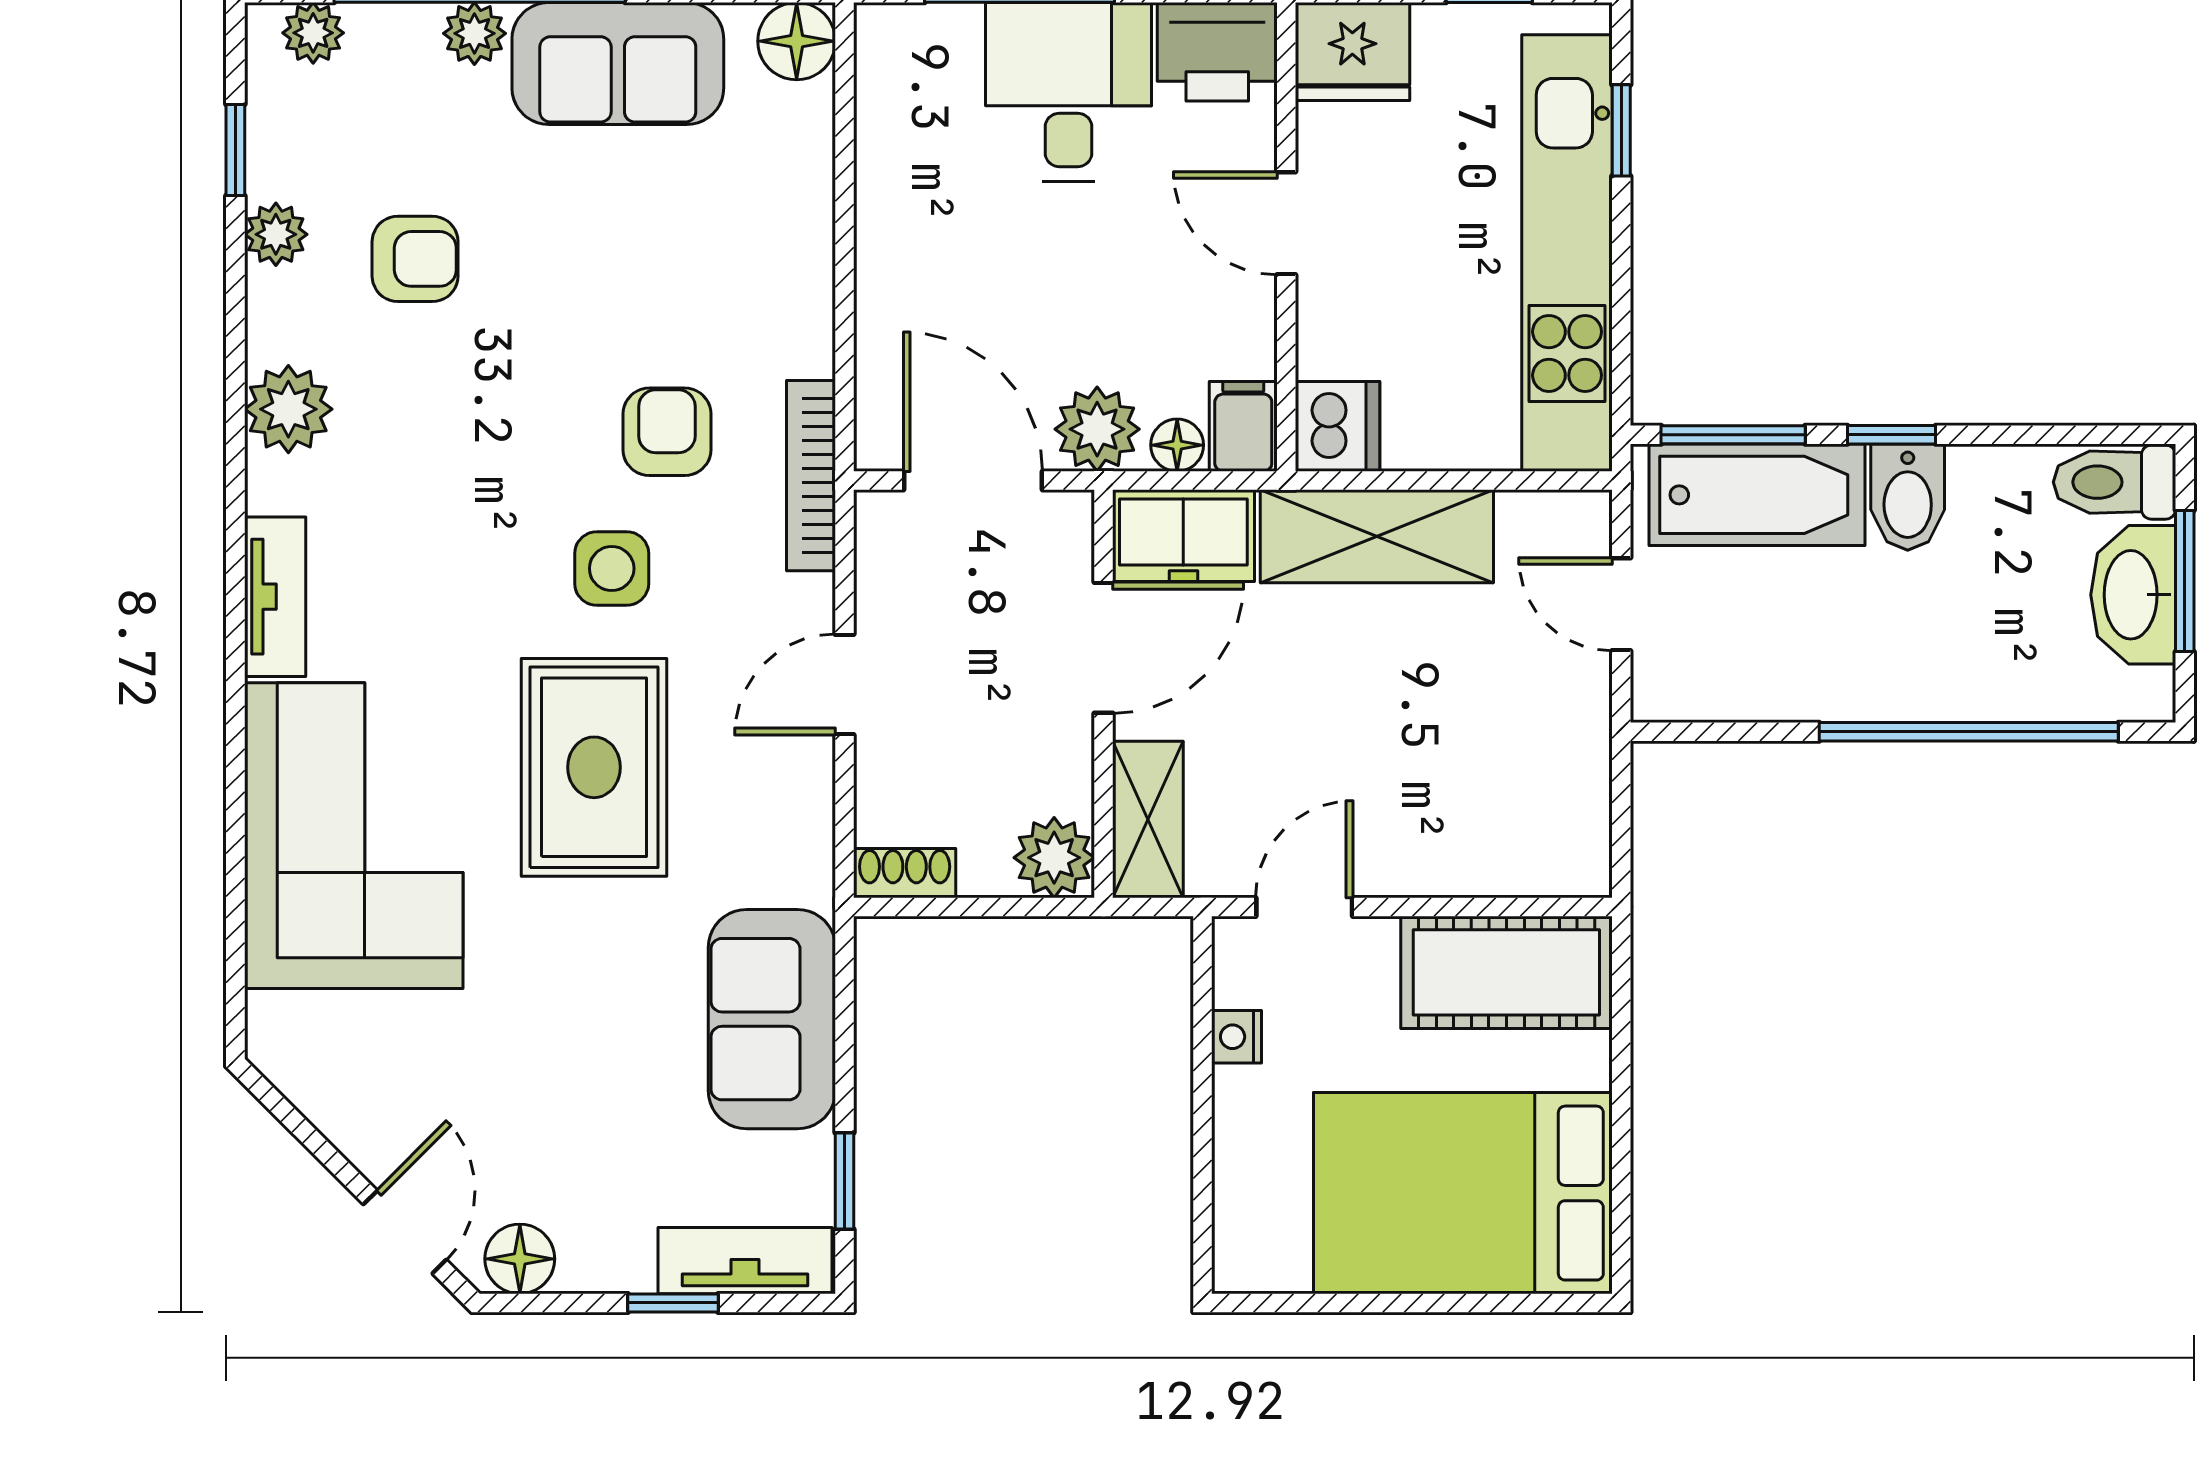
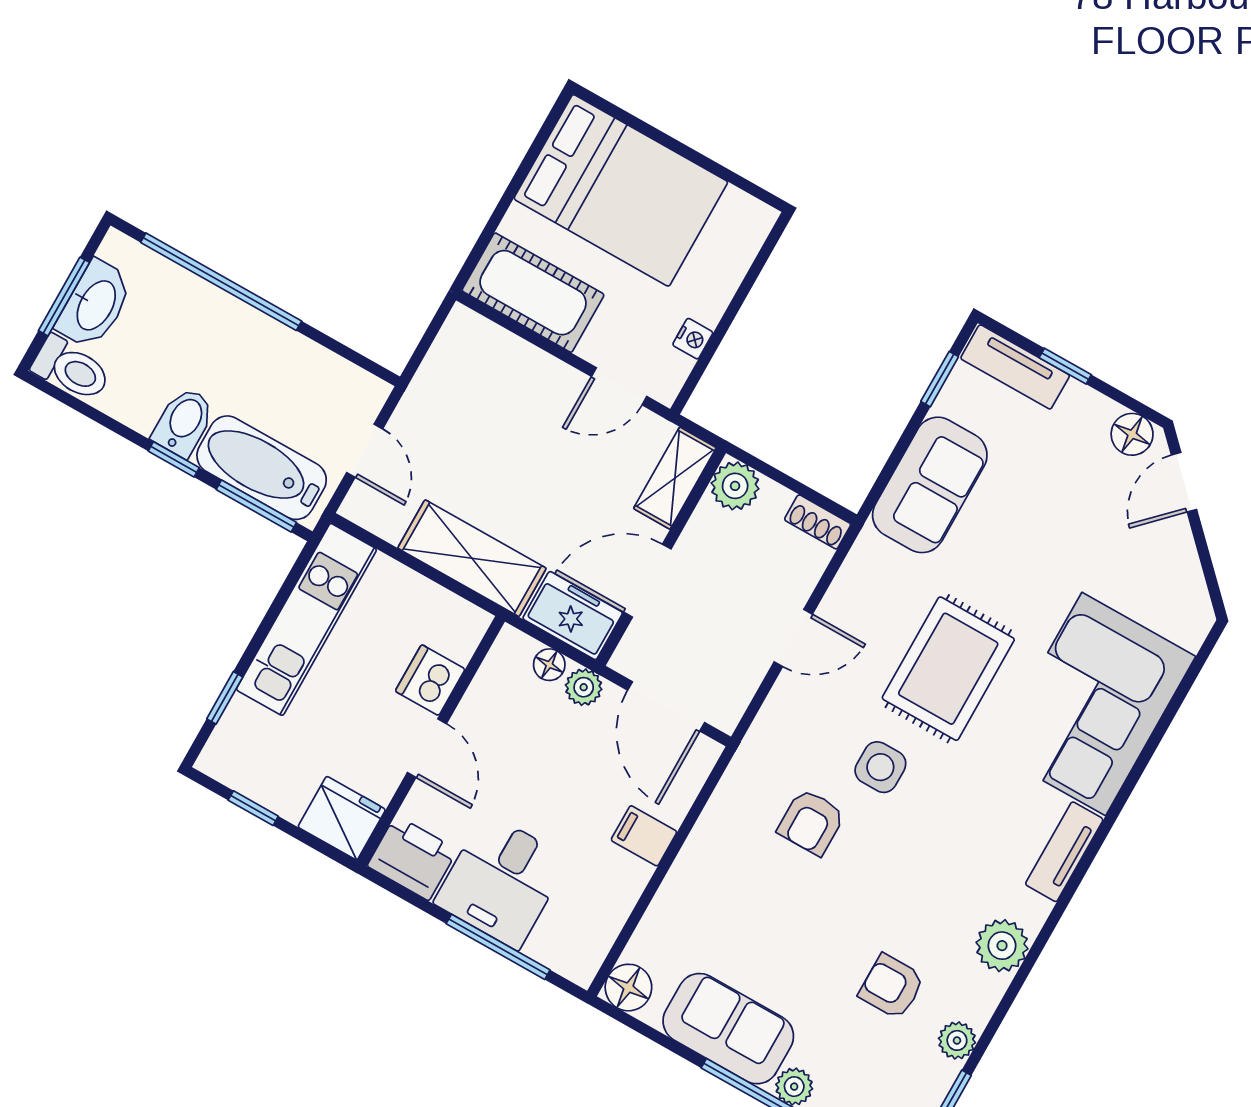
kitchen unit: (1567, 253) -> (306, 619), width x0.73
filing cabinet: (1243, 426) -> (644, 836), moved, turned 90
dishwasher: (1337, 426) -> (430, 680), moved
plant: (1097, 429) -> (584, 687), width x0.73, depth x0.73
bookcase: (811, 476) -> (749, 757), removed

